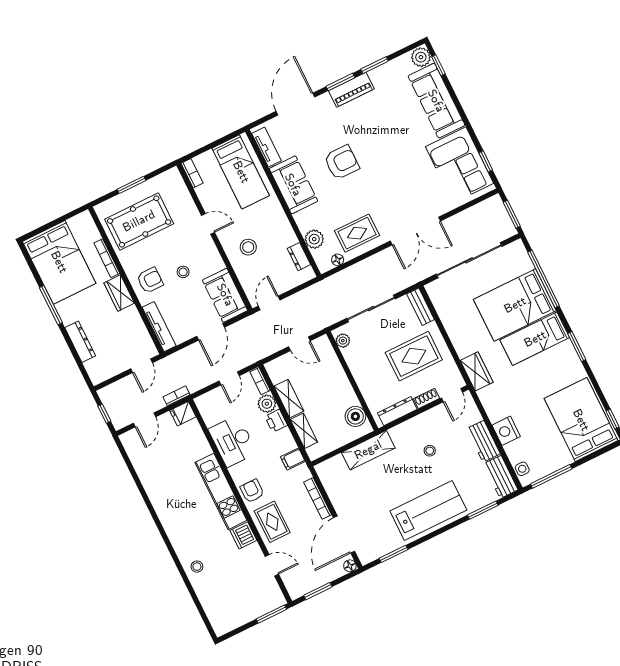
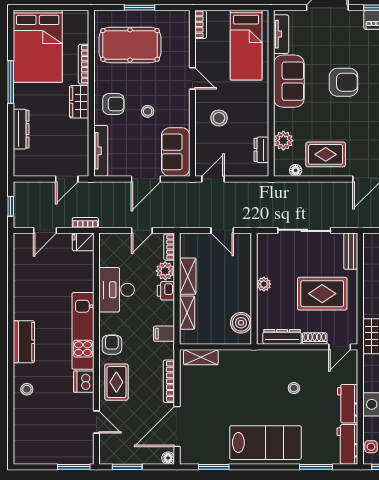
plant: (343, 341) -> (264, 284), moved
shelving: (368, 450) -> (201, 357), moved, width x0.67, depth x0.75
kitchen counter: (174, 526) -> (24, 342), added

